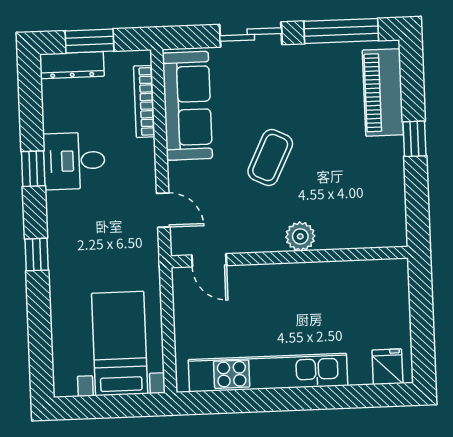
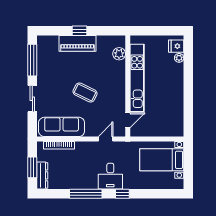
piano: (383, 92) -> (77, 43), moved
desk: (74, 161) -> (110, 176), moved
window: (33, 169) -> (86, 194), width x2.17
plant: (300, 236) -> (119, 54), moved
kitchen unit: (268, 373) -> (137, 78), moved, turned 180
plant: (360, 375) -> (179, 58), added

